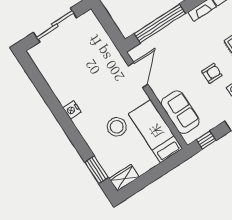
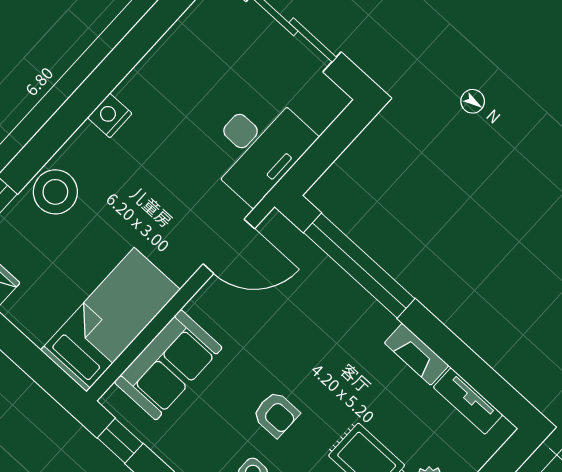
desk: (101, 52) -> (258, 147), added
stool: (117, 127) -> (55, 192), moved

